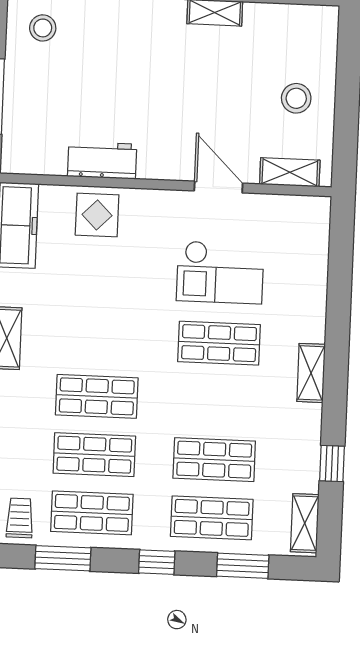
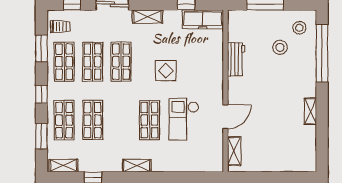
stool: (296, 98) -> (280, 47), moved
display table: (97, 215) -> (166, 71), moved

